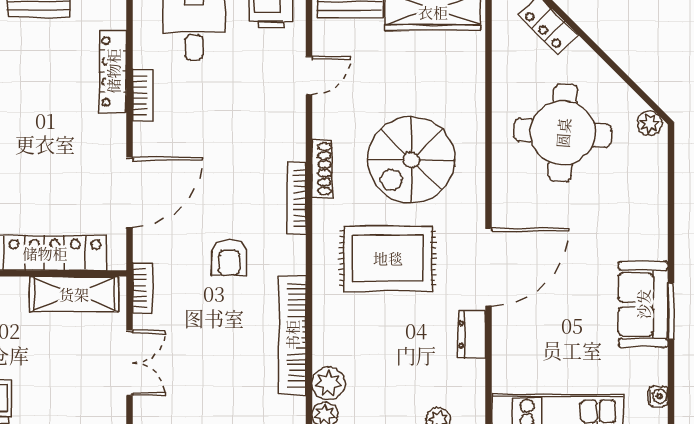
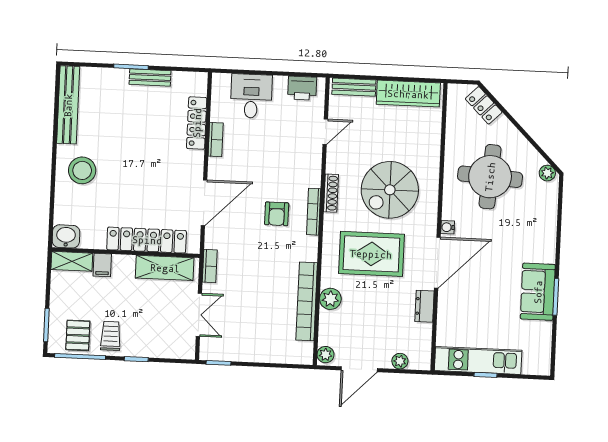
armchair: (229, 258) -> (277, 214), moved
plant: (328, 383) -> (330, 299), moved
water cooler: (658, 396) -> (448, 227), moved, turned 180

